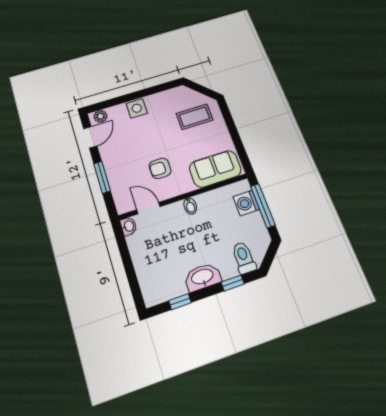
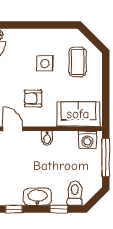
side table: (137, 108) -> (45, 64), moved
coffee table: (195, 117) -> (77, 62), turned 90
washing machine: (246, 203) -> (87, 140), moved, turned -90

